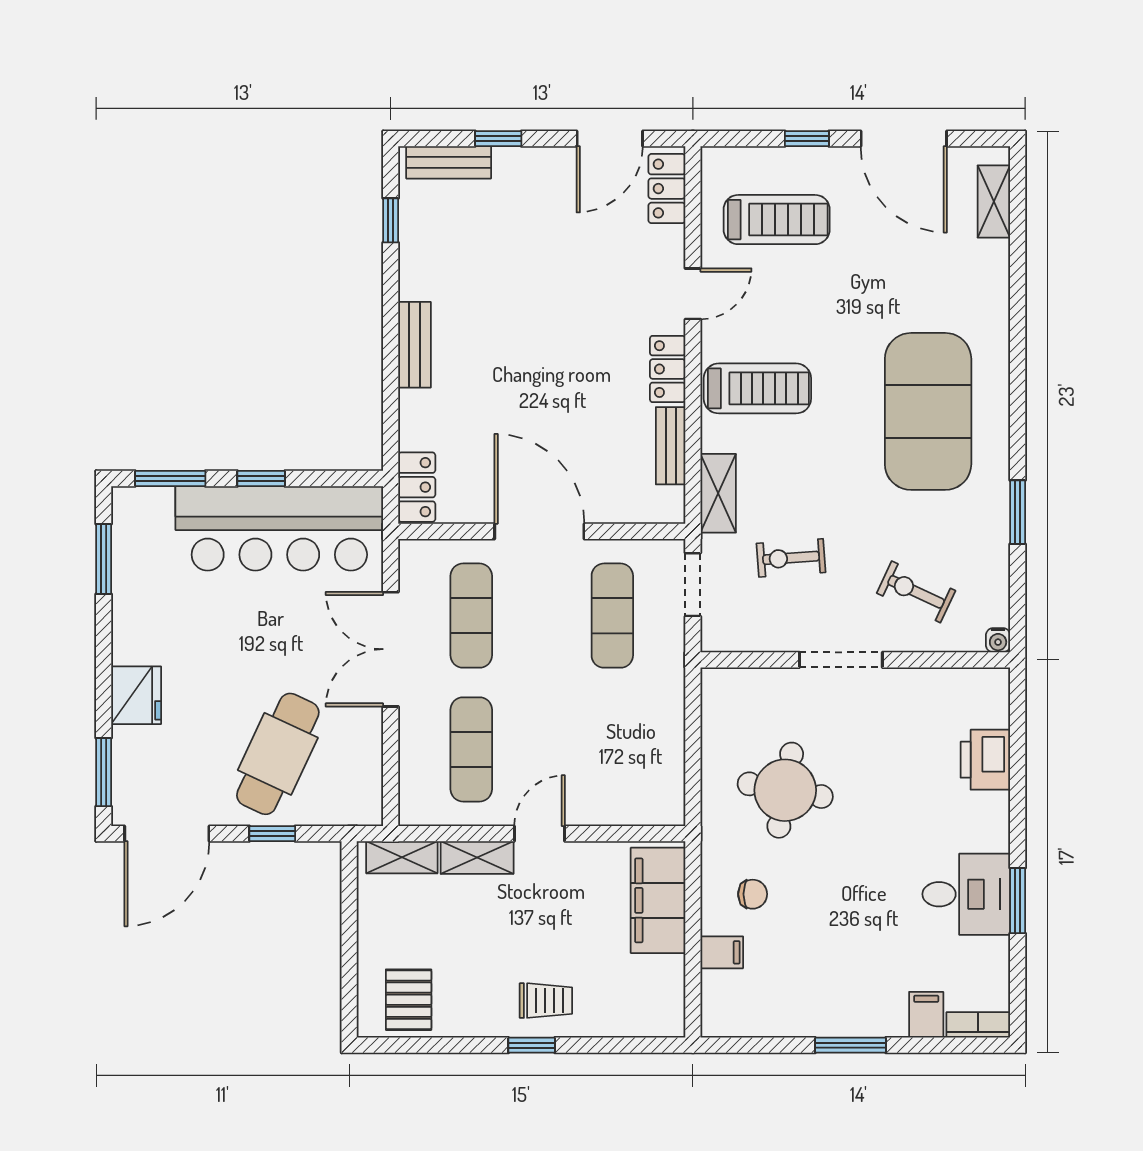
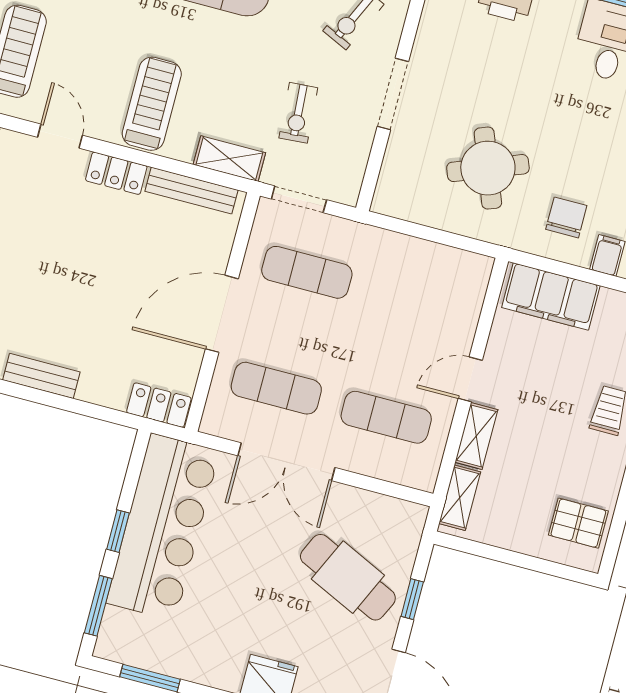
bench: (671, 446) -> (192, 191), width x1.36
round table: (785, 790) -> (488, 168), turned -31
door: (540, 834) -> (470, 379), hinge flipped
chair: (753, 894) -> (566, 217), width x1.37, depth x1.37

